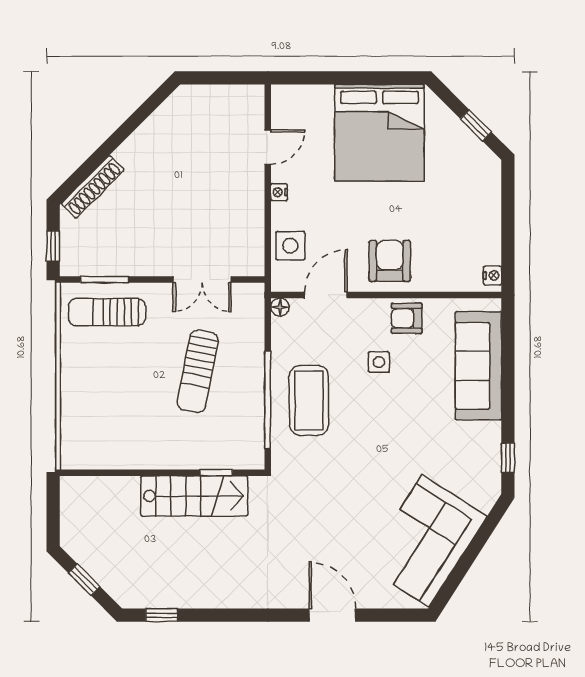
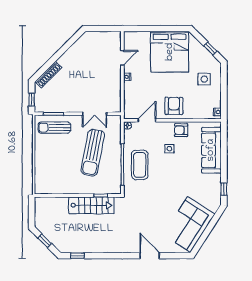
side table: (290, 246) -> (204, 79), moved
sun lounger: (198, 371) -> (93, 153), width x1.36, depth x1.34

